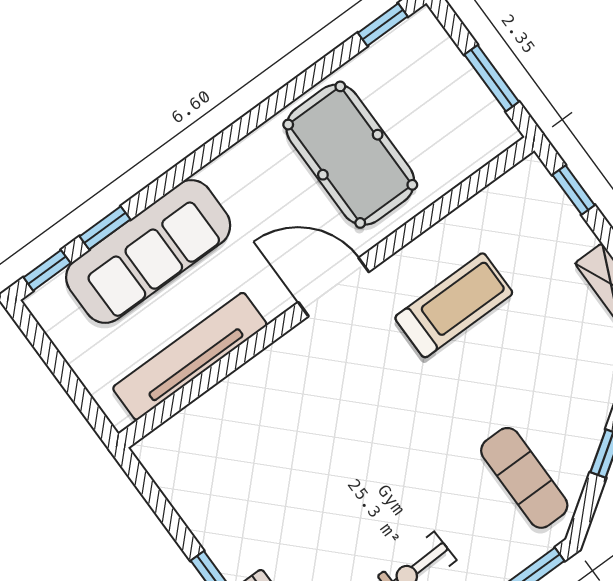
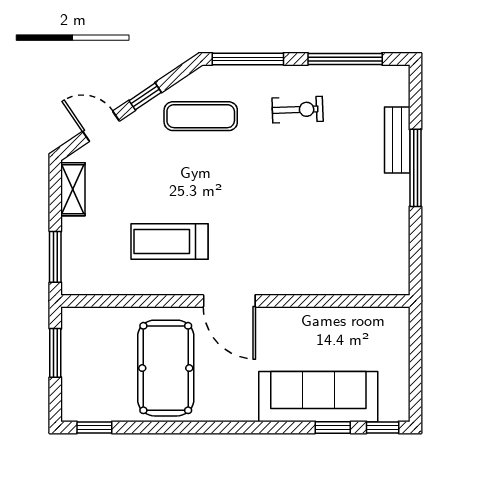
window: (574, 190) -> (55, 257), width x1.50
tv unit: (190, 356) -> (338, 321), removed
exercise mat: (524, 478) -> (201, 116), turned 90

